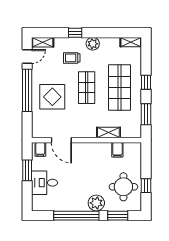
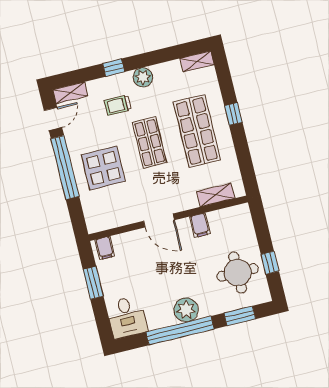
window: (146, 114) -> (245, 160), removed
shelving: (108, 132) -> (216, 195), moved
door: (61, 140) -> (159, 221), moved
filing cabinet: (117, 150) -> (200, 225), moved
desk: (45, 183) -> (127, 317), moved, turned -90
plant: (96, 203) -> (186, 310), moved

